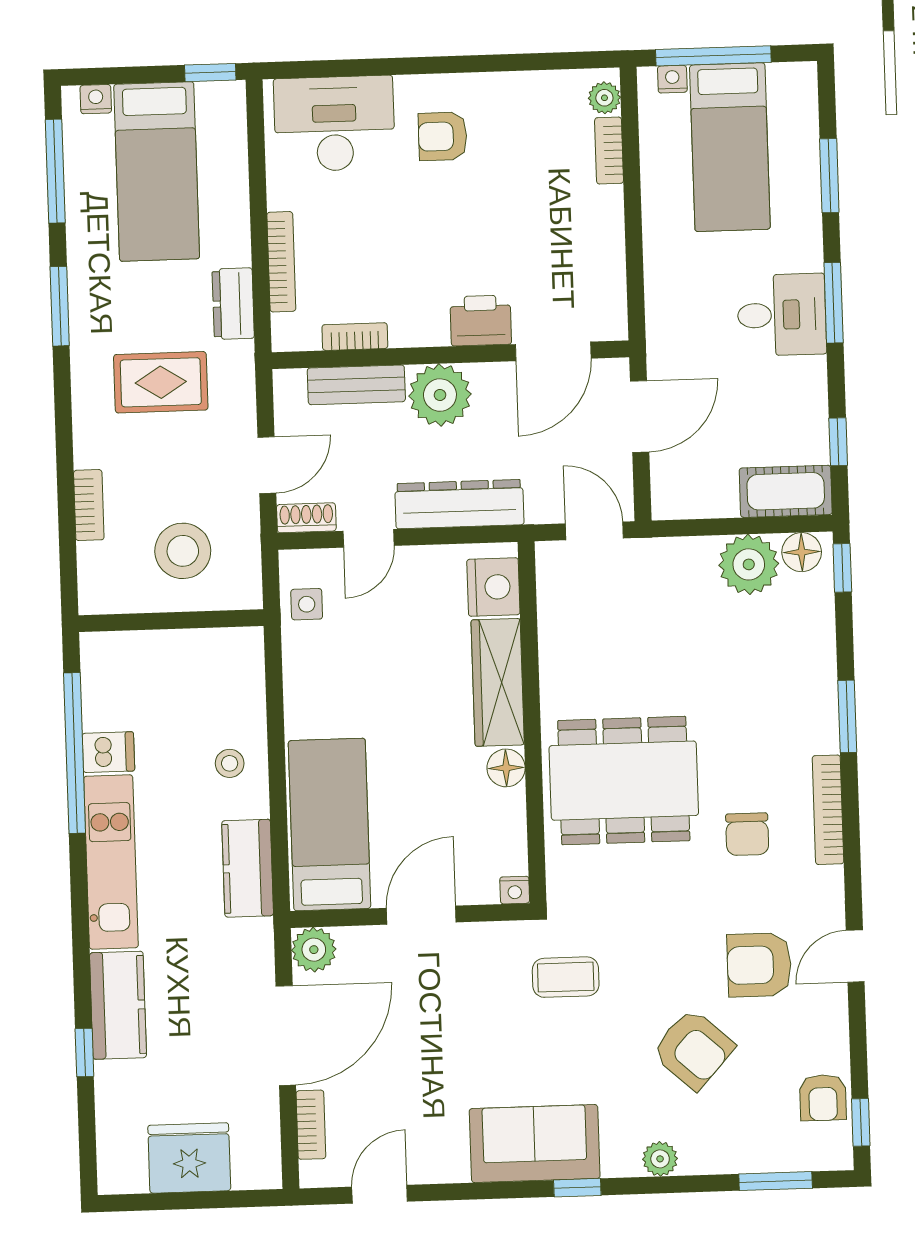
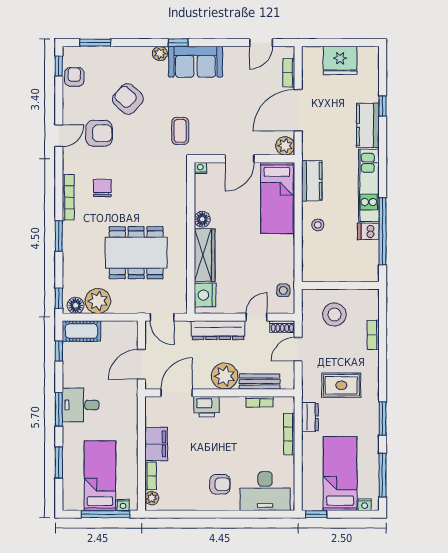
filing cabinet: (598, 228) -> (156, 444), added
dining table: (624, 781) -> (136, 253), moved
coffee table: (566, 977) -> (180, 131), turned 90
plant: (660, 1159) -> (160, 54), moved

